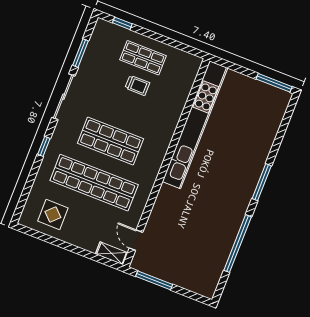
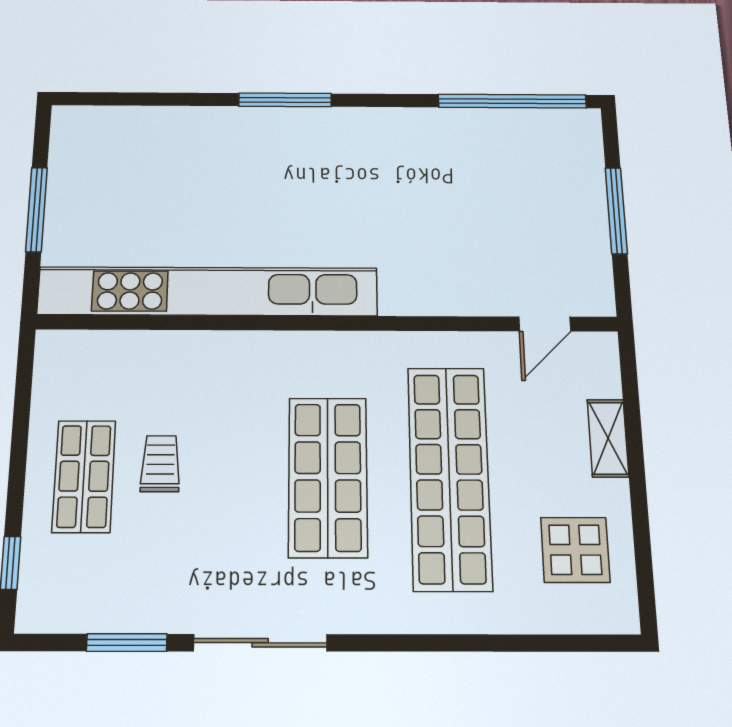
window: (274, 83) -> (36, 209), moved
window: (44, 146) -> (411, 643), removed
window: (238, 244) -> (512, 101), moved
shelving: (112, 253) -> (608, 438), moved
window: (154, 280) -> (616, 211), moved

